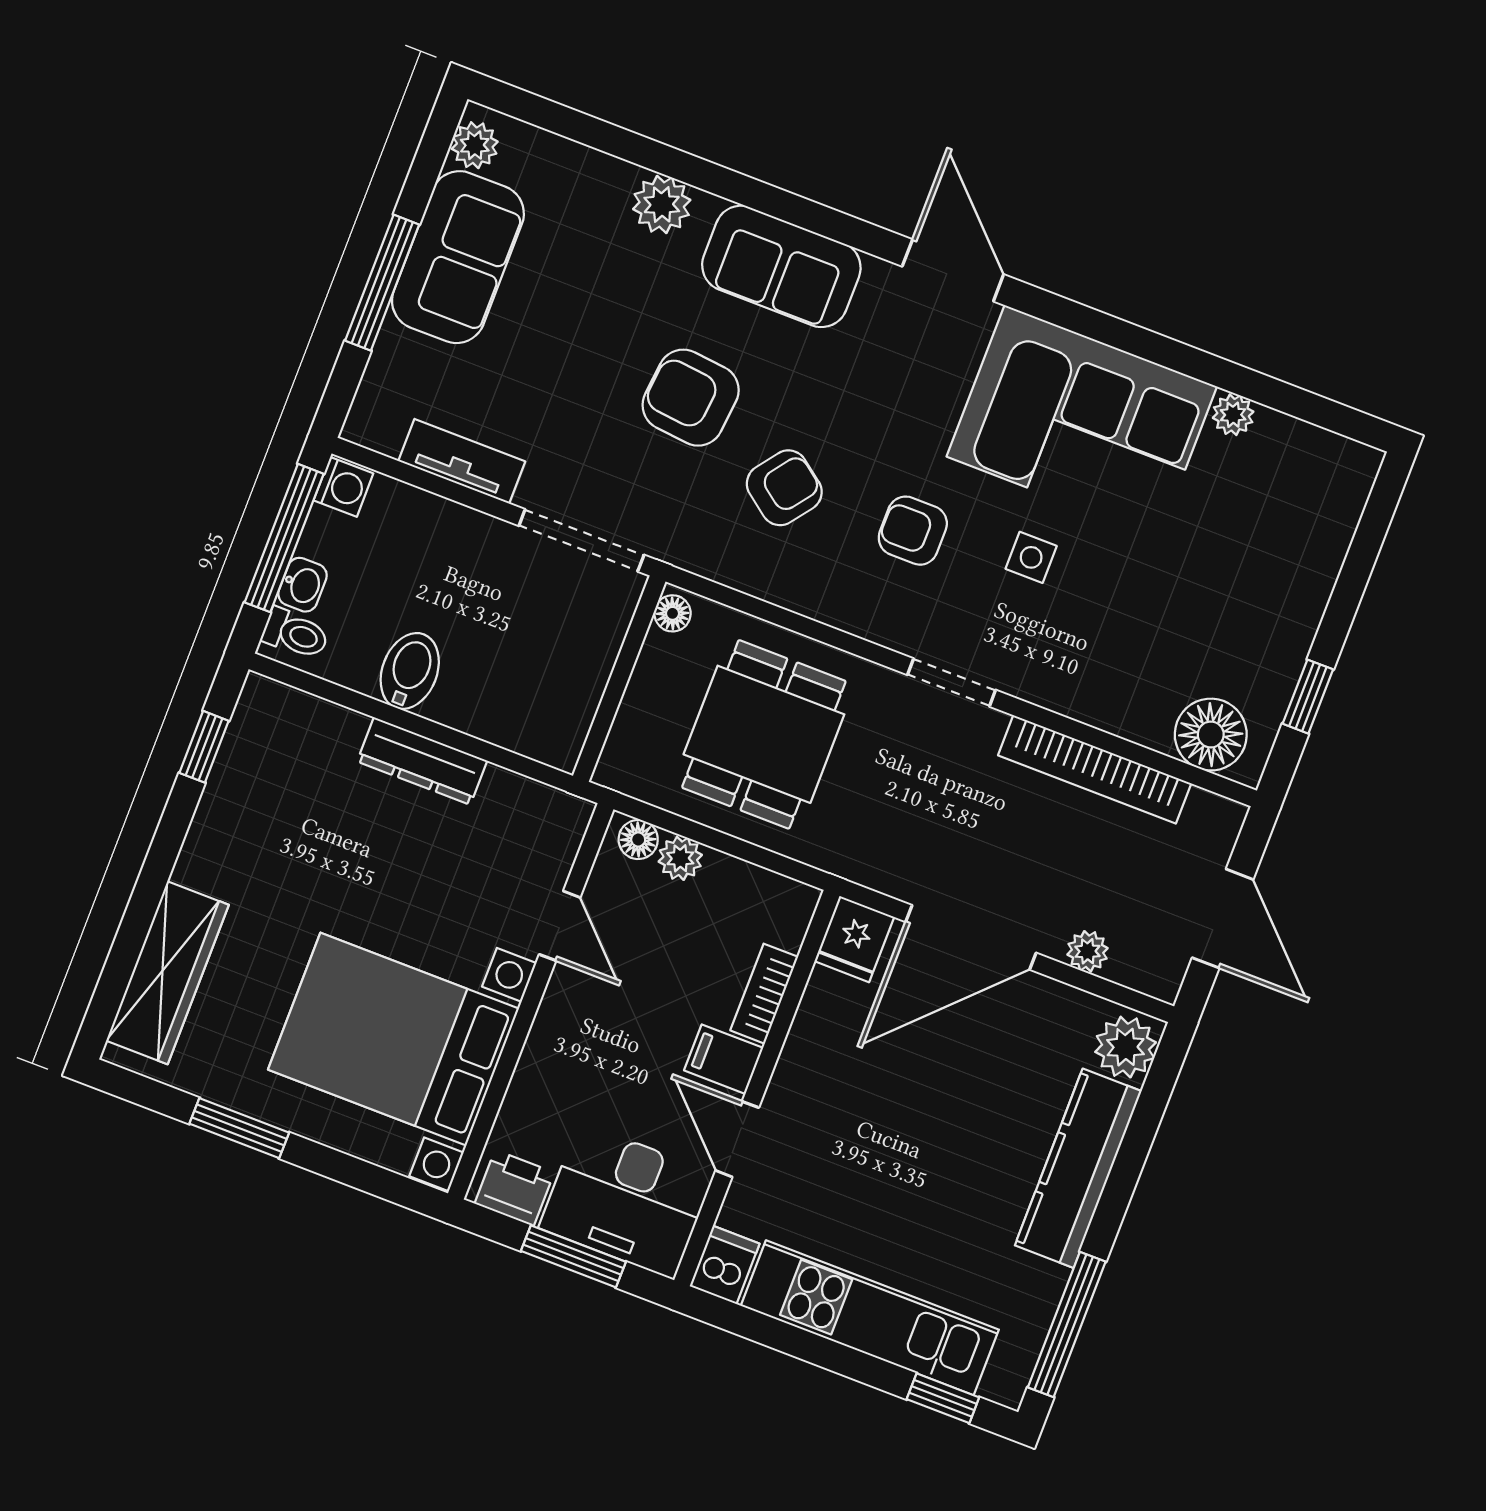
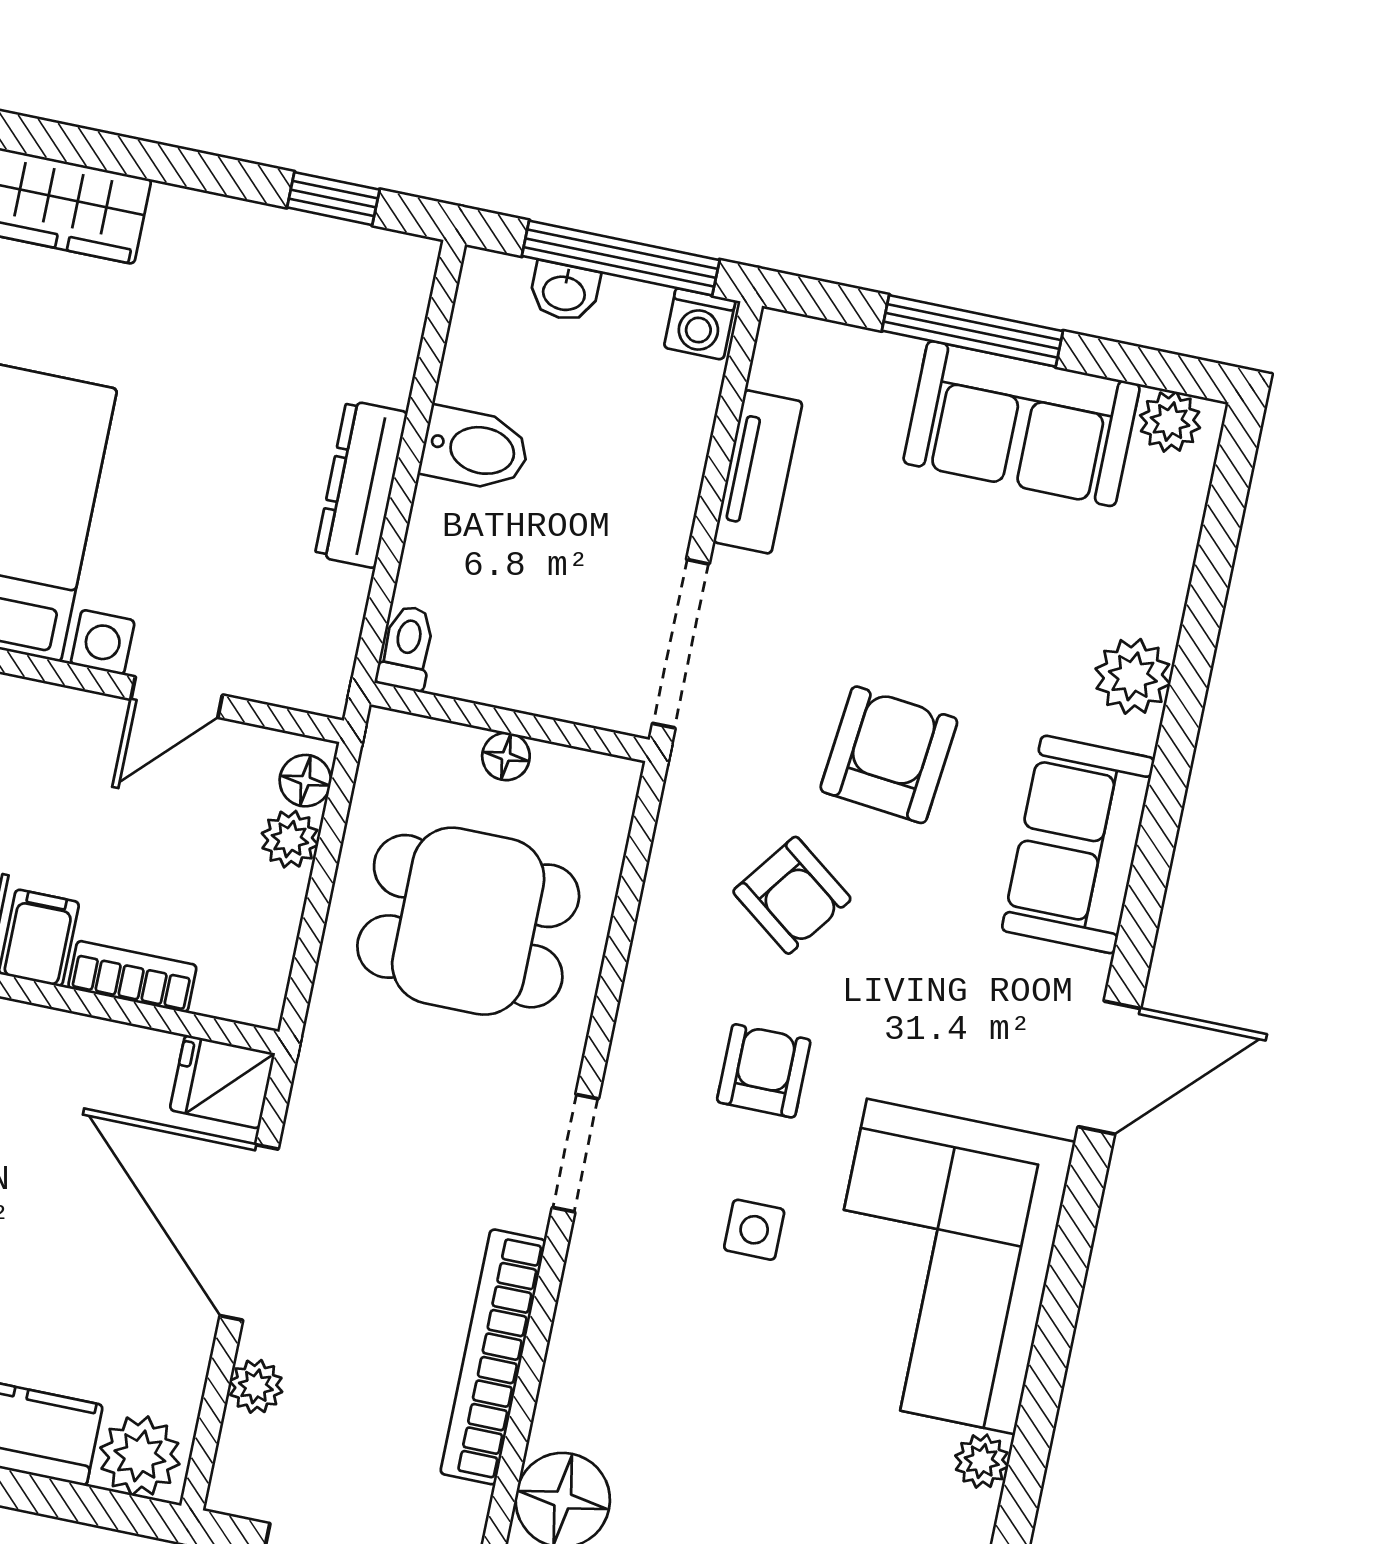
floor lamp: (672, 613) -> (506, 756), moved
toilet: (295, 634) -> (407, 648), moved, turned 180

